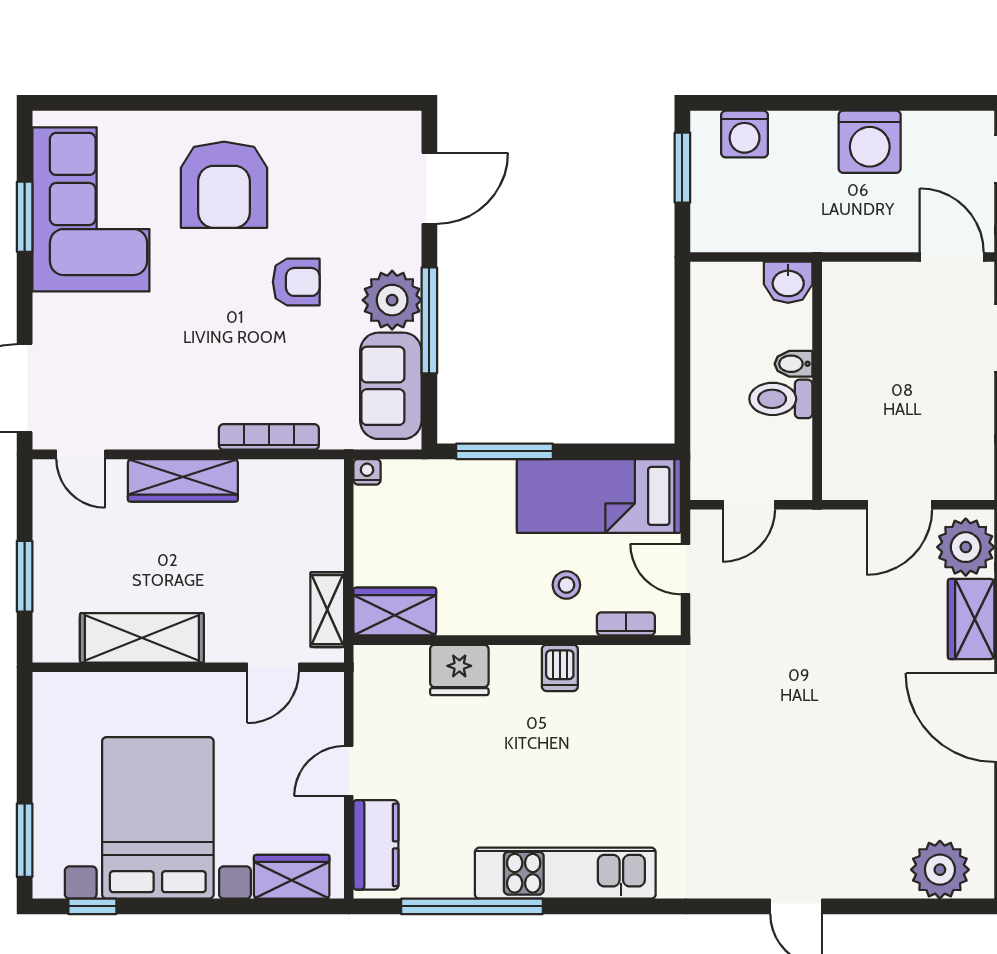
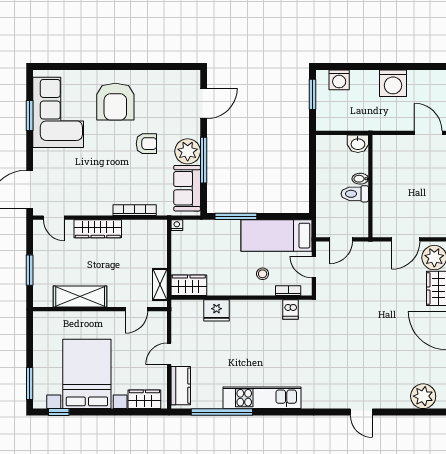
dishwasher: (560, 668) -> (291, 309), moved

